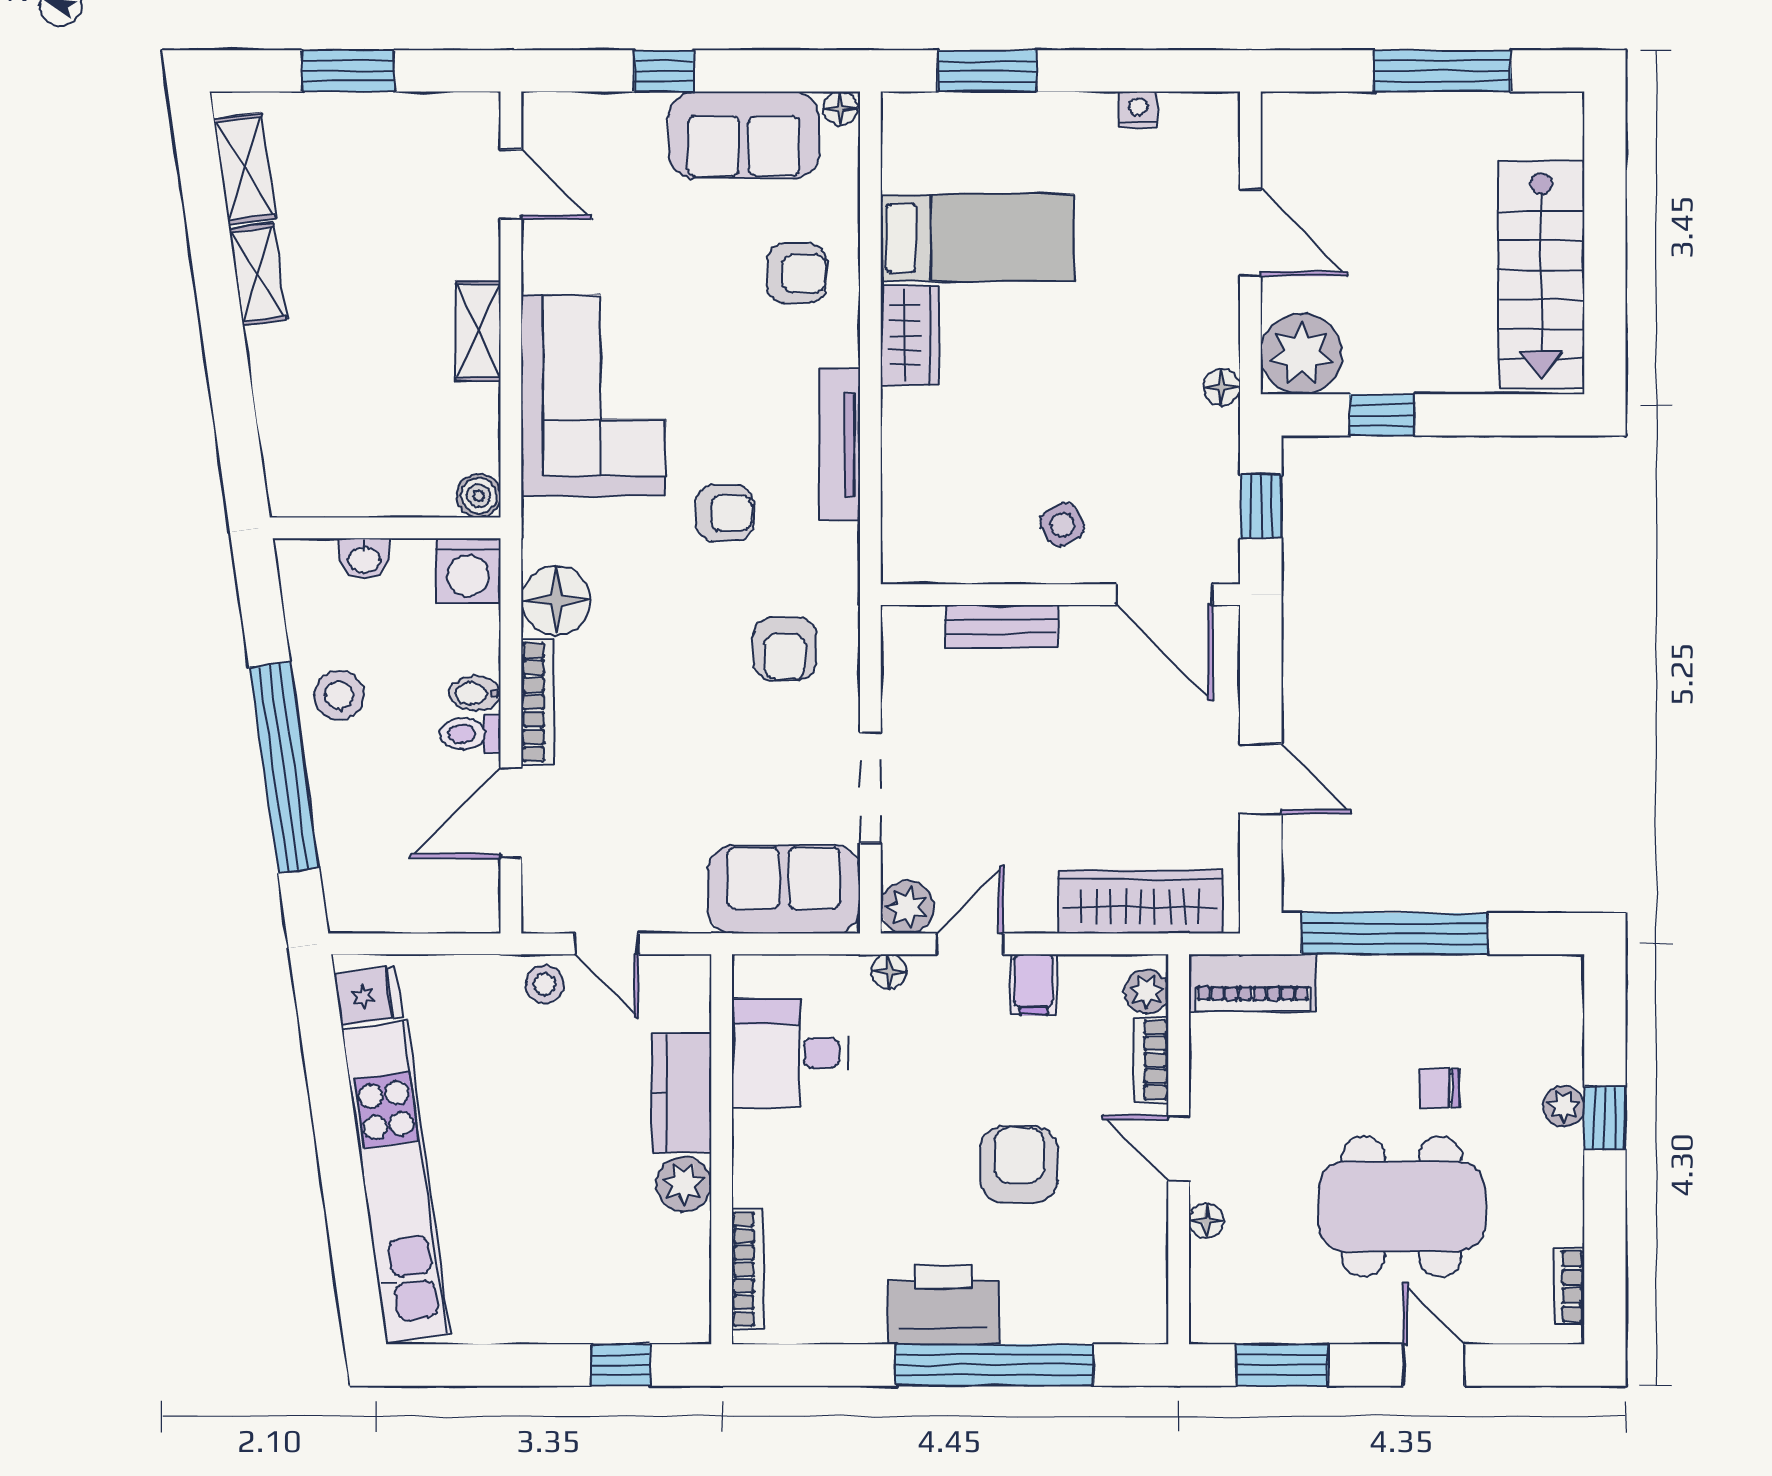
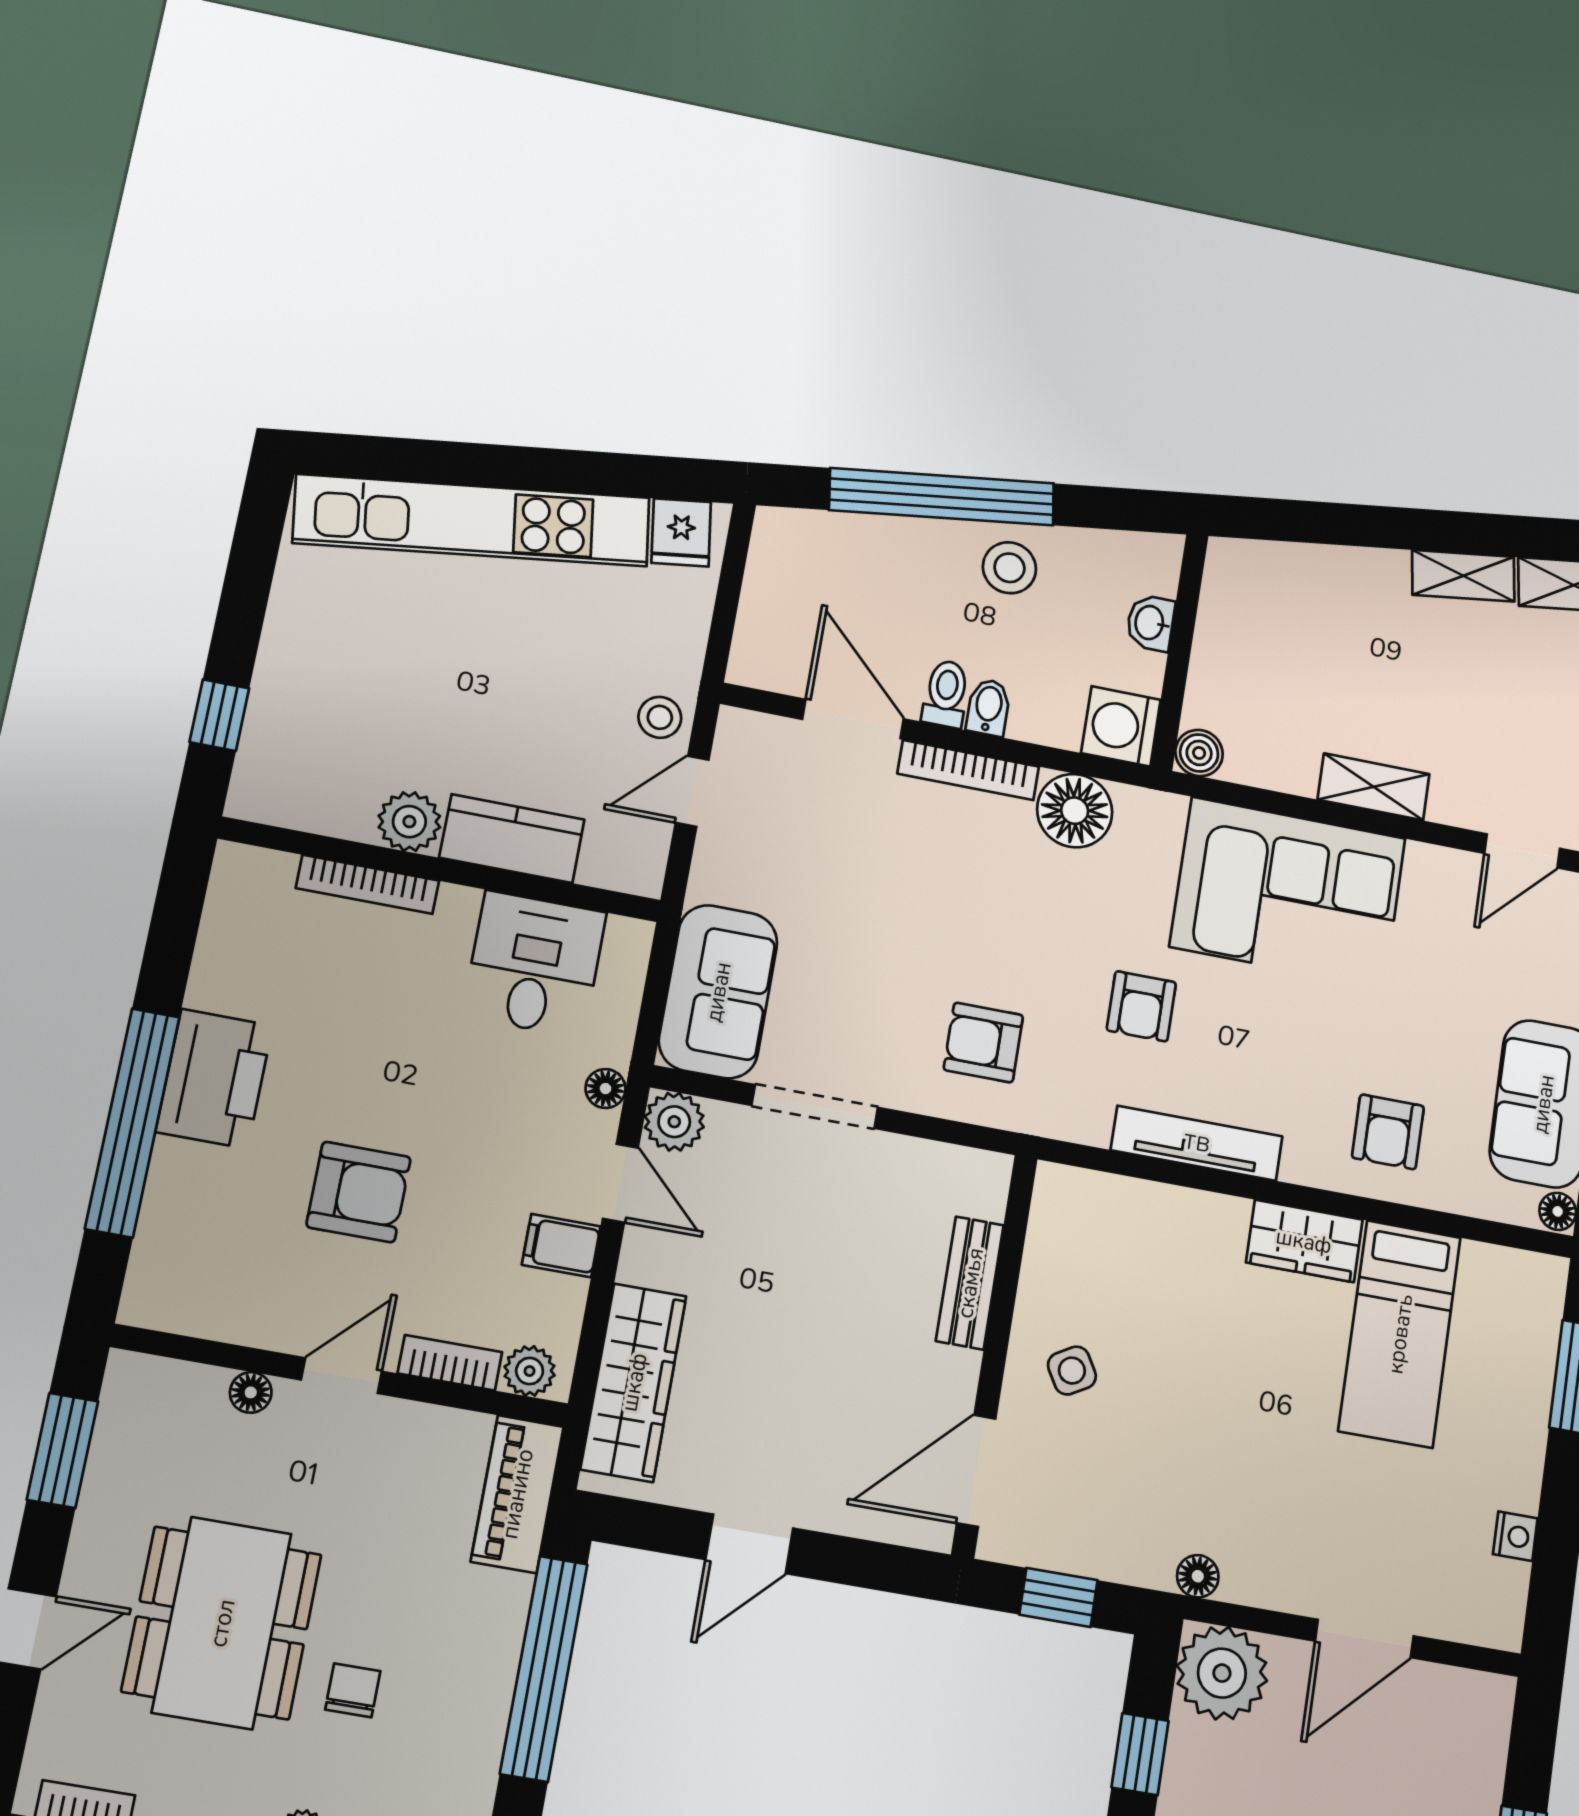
bookcase: (747, 1269) -> (368, 884), moved

